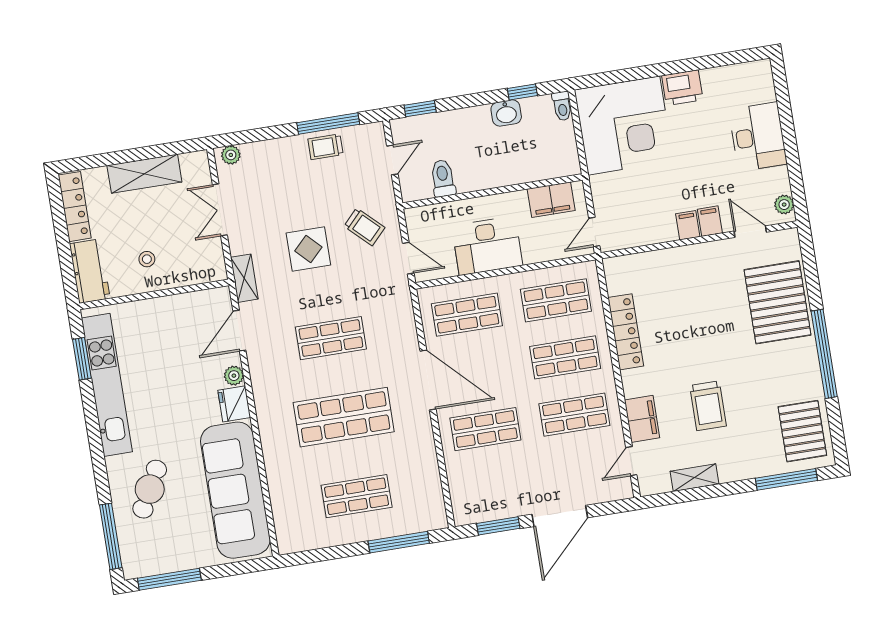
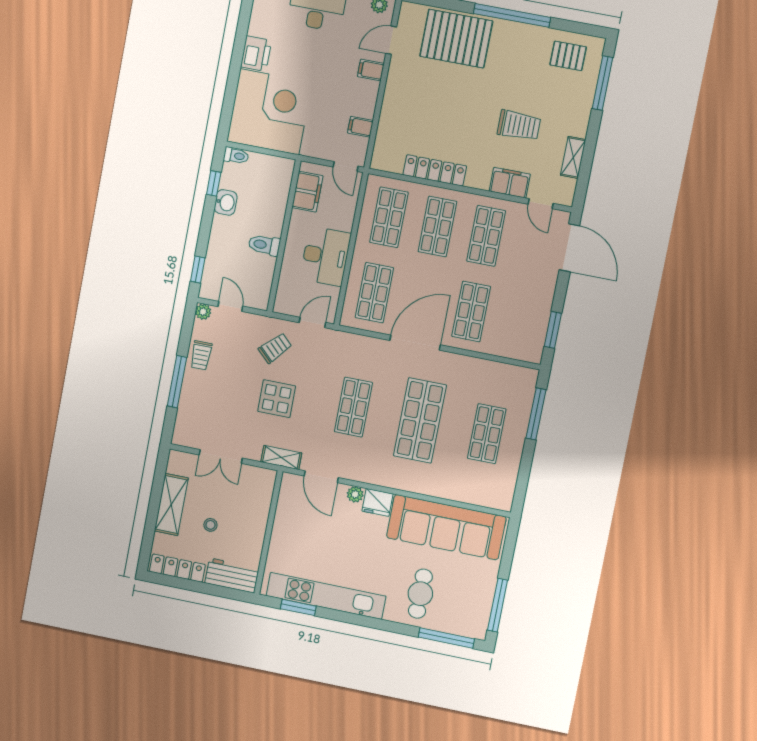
window: (328, 123) -> (177, 382), moved
plant: (231, 155) -> (203, 312), moved
toilet: (443, 178) -> (264, 245), moved
filing cabinet: (688, 225) -> (360, 127), moved
stool: (147, 259) -> (210, 525), moved
pallet: (802, 431) -> (568, 56), width x0.67, depth x0.71
cafe table: (150, 489) -> (420, 594), turned 62
door: (560, 516) -> (569, 248), moved

